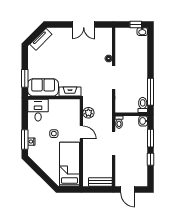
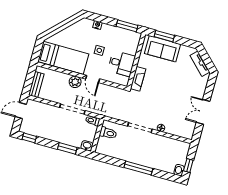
sofa: (43, 87) -> (163, 49), moved, turned 90
window: (150, 92) -> (138, 168), moved
toilet: (143, 105) -> (108, 133), moved
desk: (38, 110) -> (122, 63), moved
plant: (88, 113) -> (75, 82), moved
door: (81, 132) -> (93, 79), hinge flipped
window: (25, 140) -> (127, 26), moved
window: (150, 159) -> (29, 138), moved

